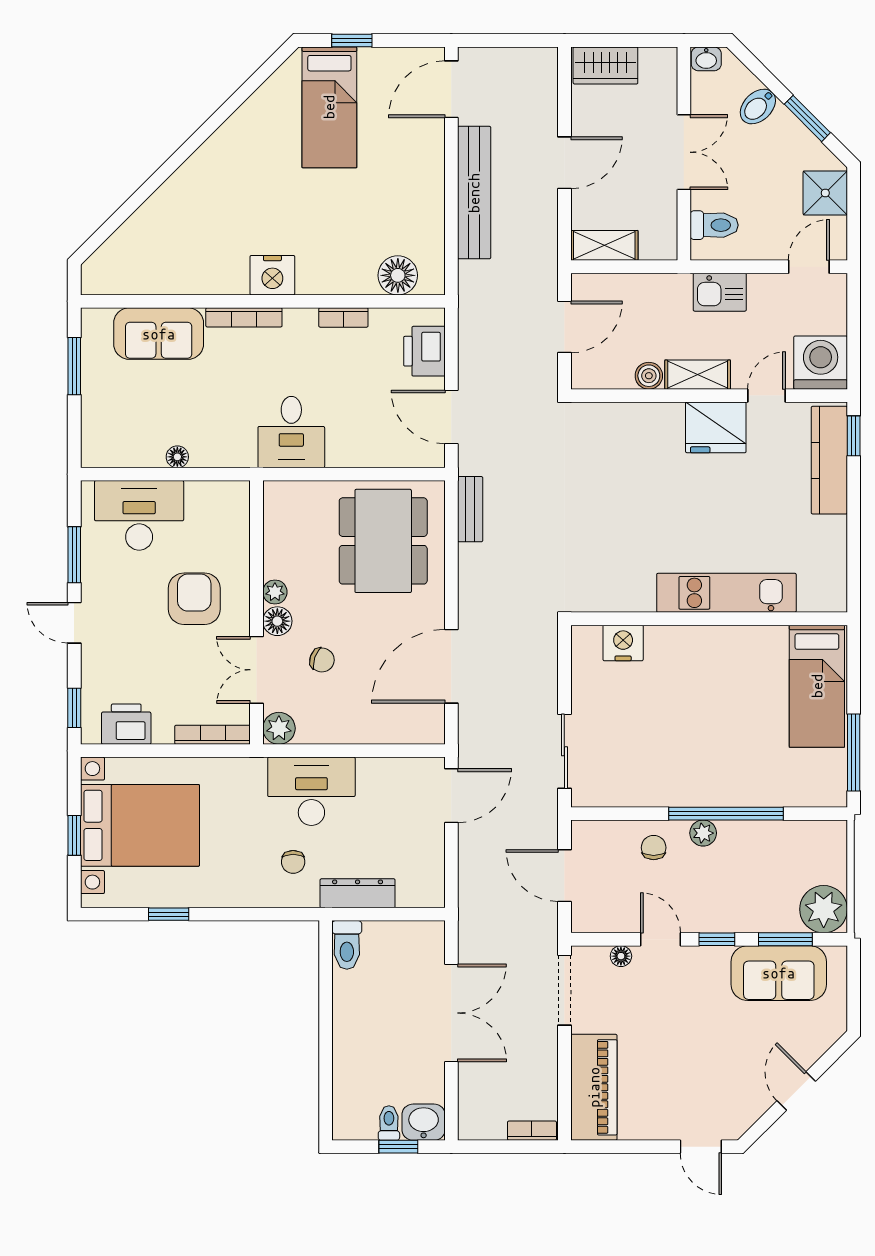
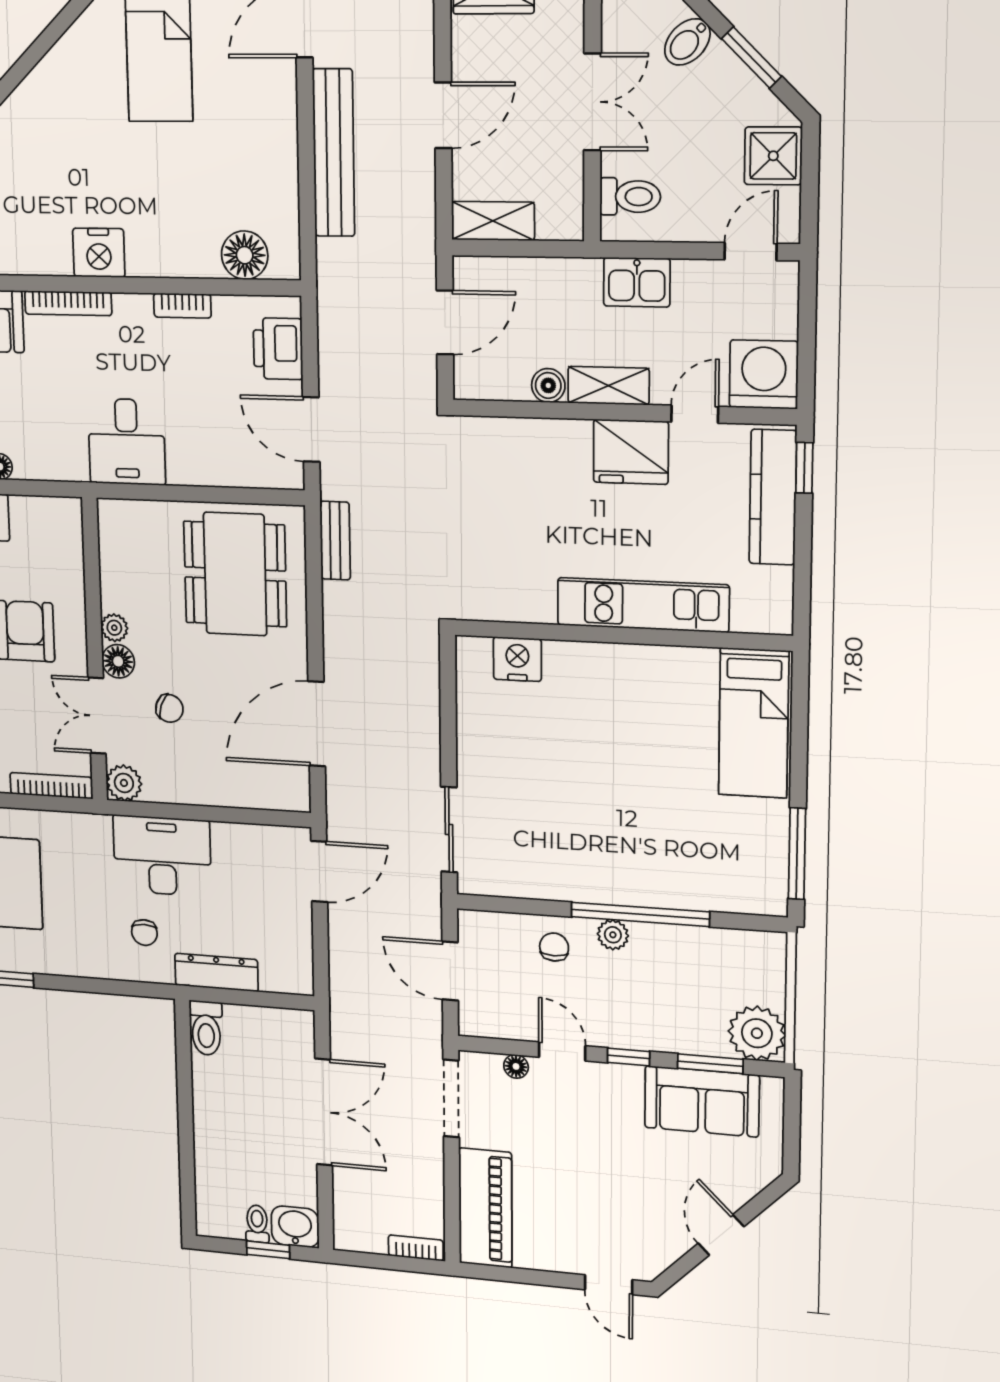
kitchen unit: (726, 593) -> (643, 605), moved
wall: (709, 619) -> (621, 635), moved
nightstand: (623, 643) -> (517, 659), moved
bed: (817, 686) -> (754, 723), moved

